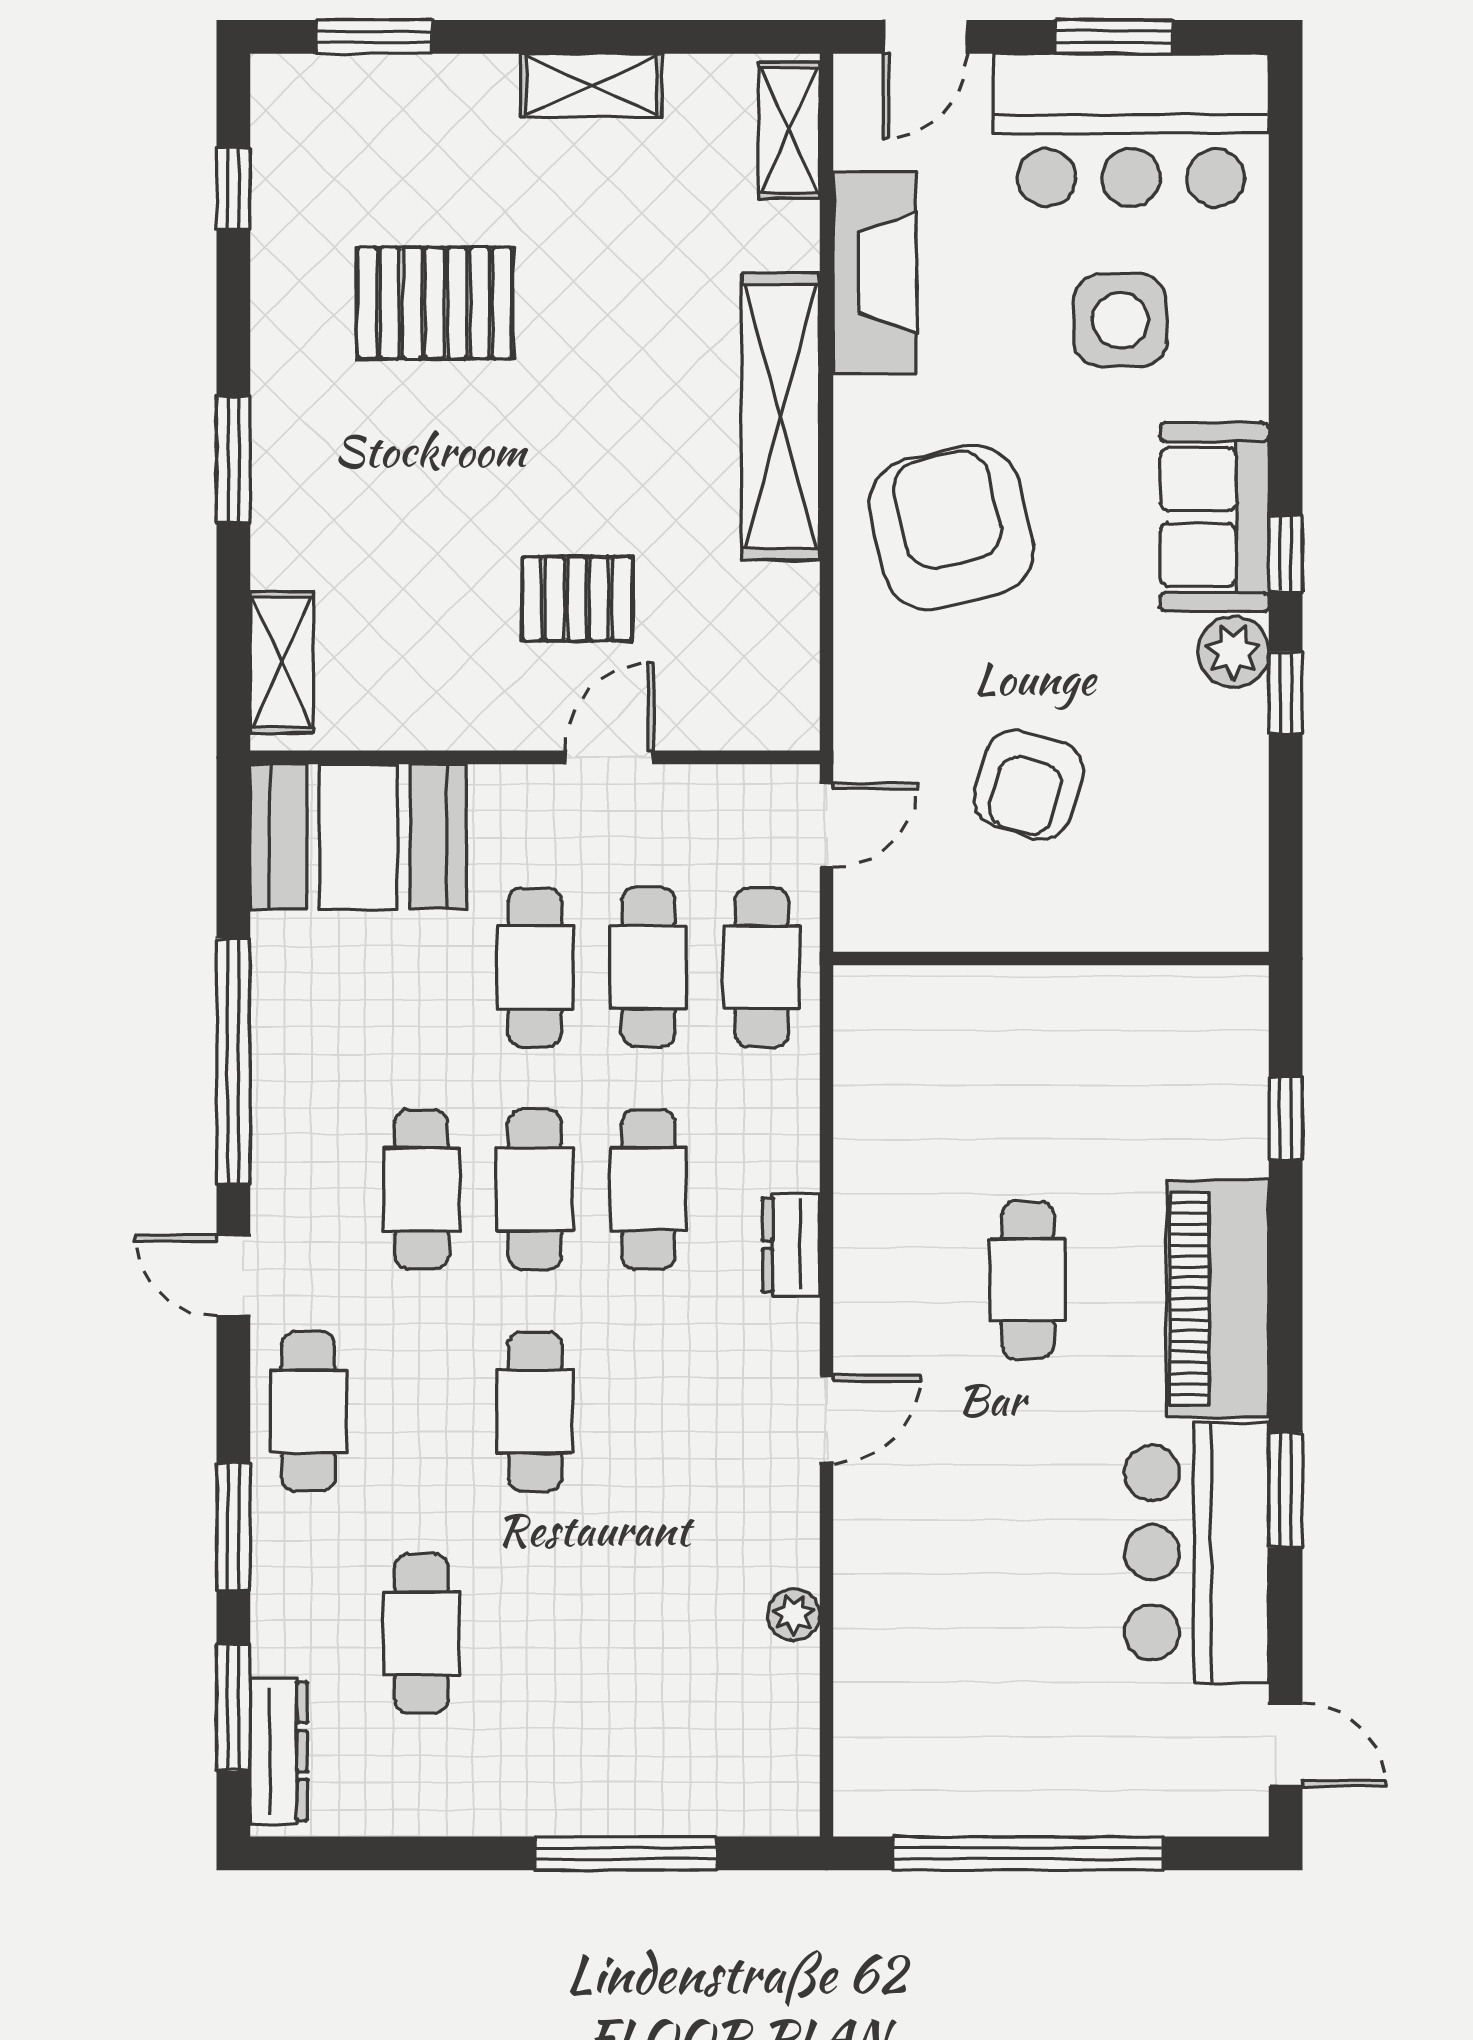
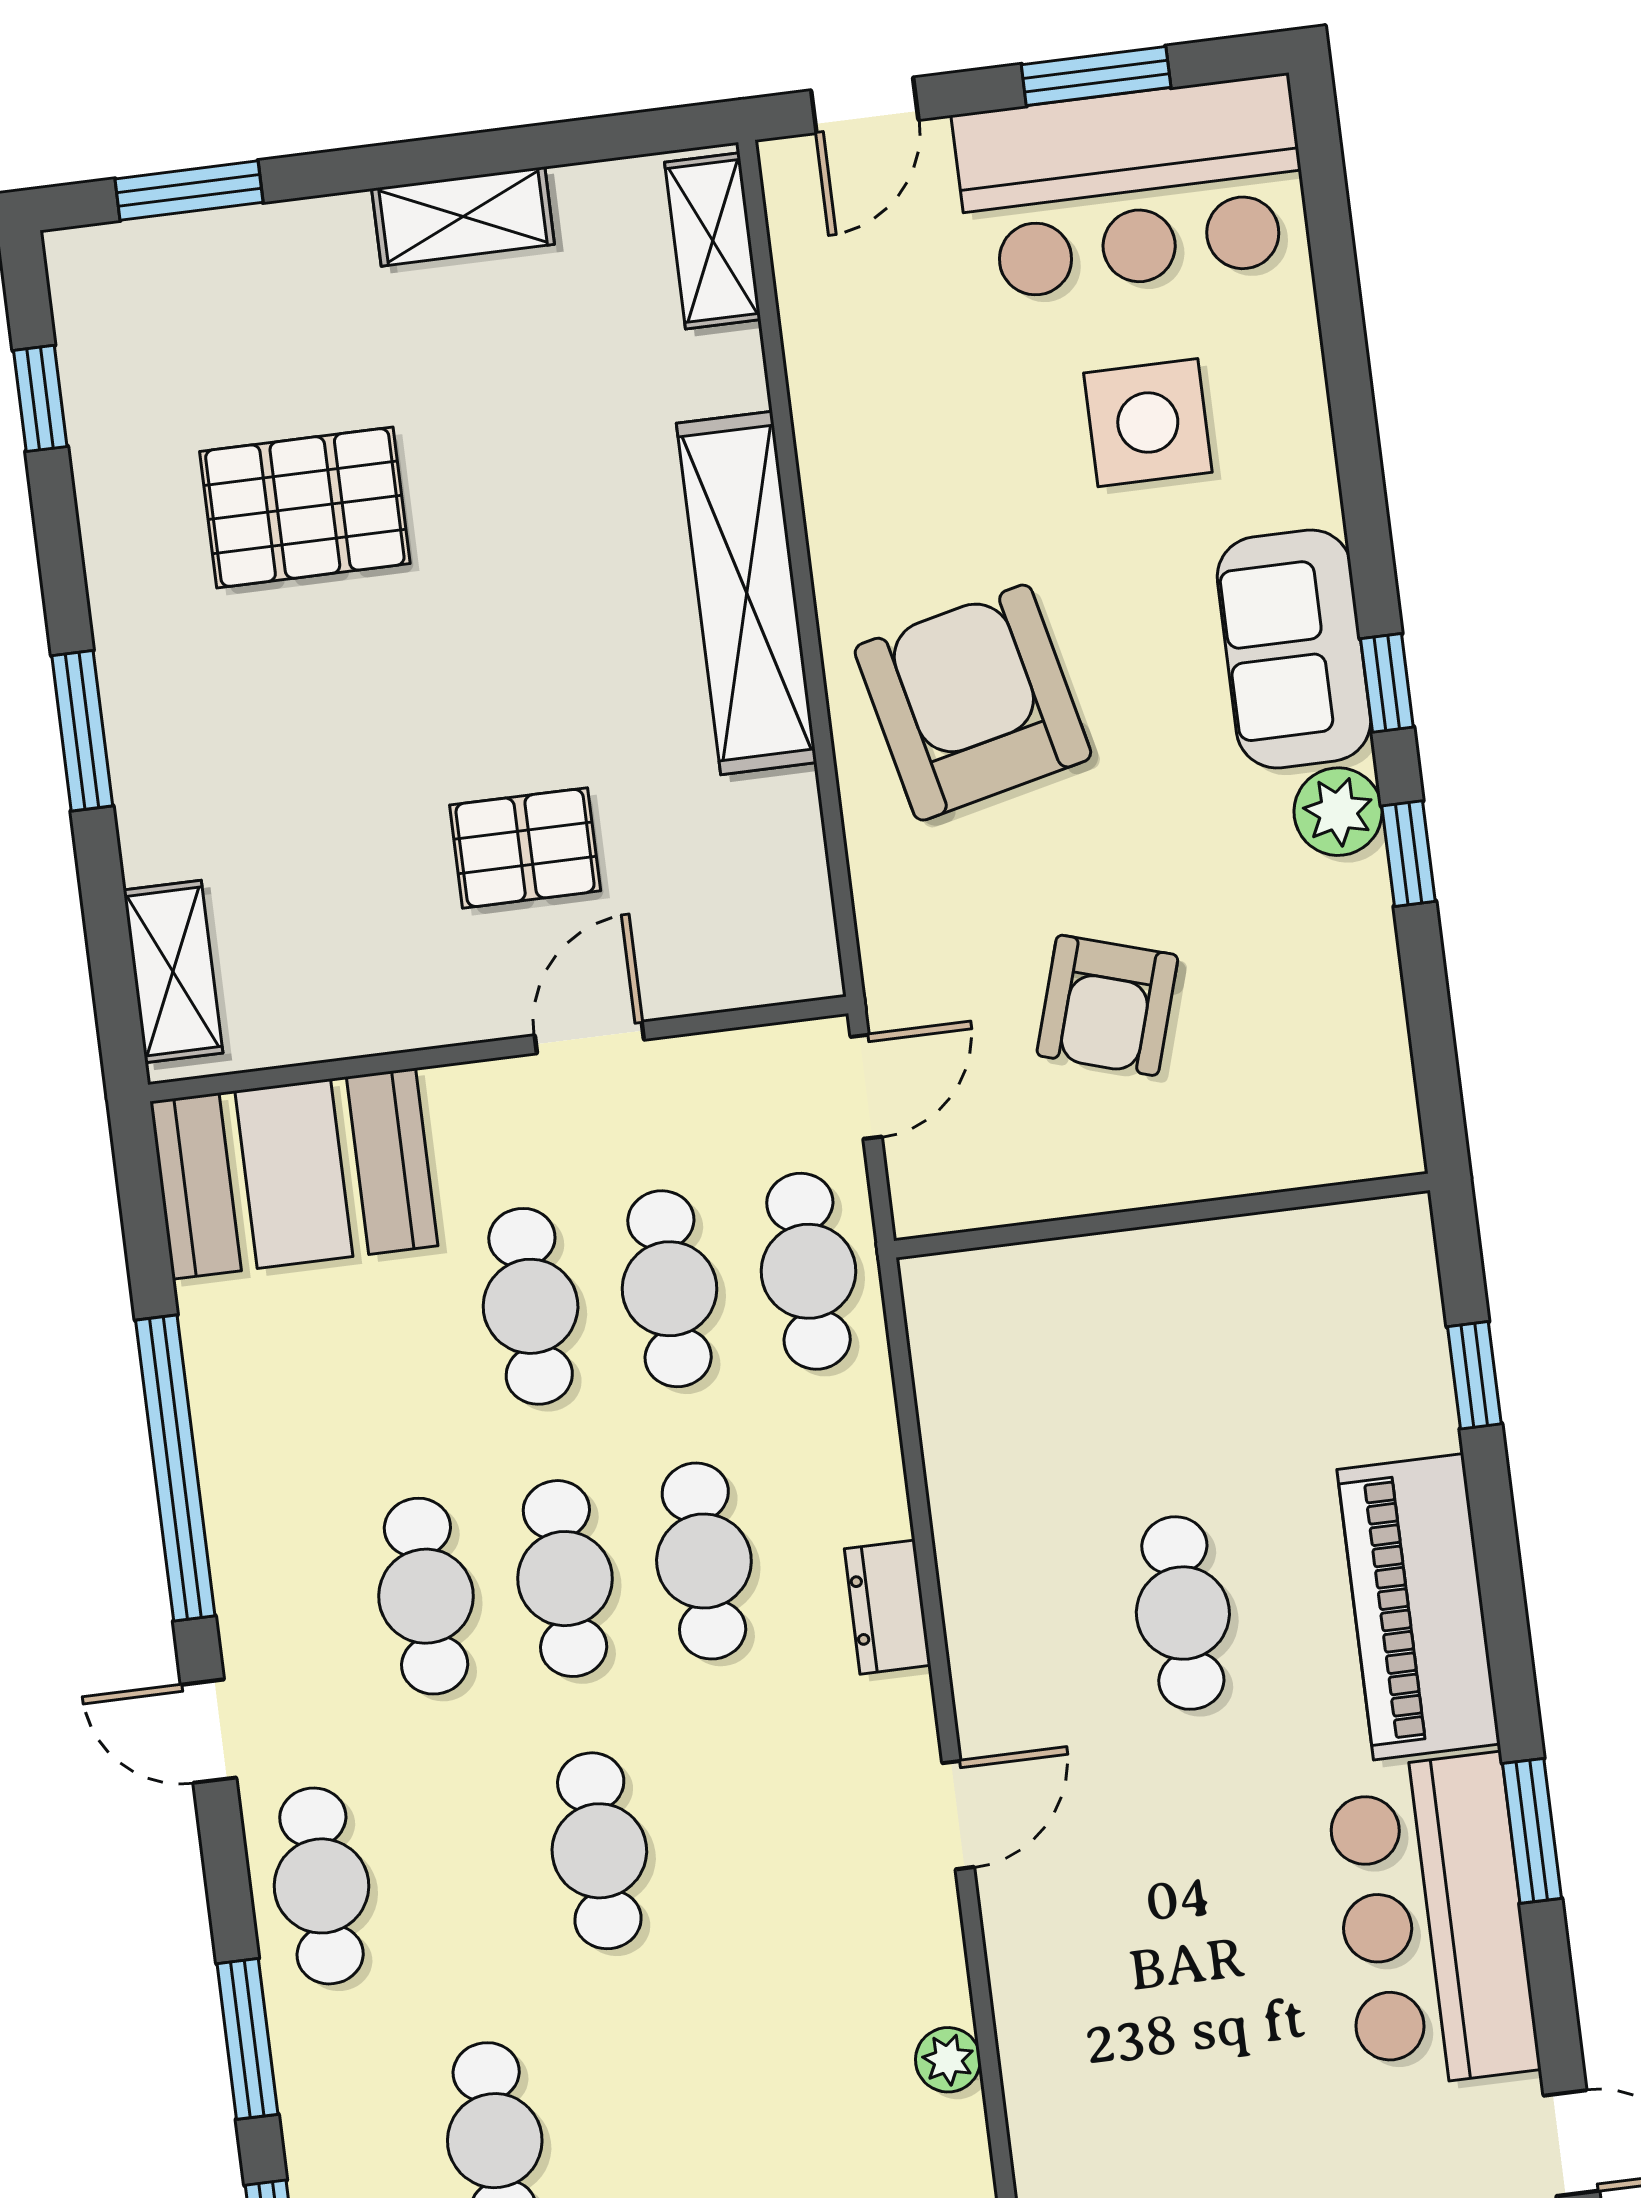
fireplace: (875, 273) -> (840, 402), removed

